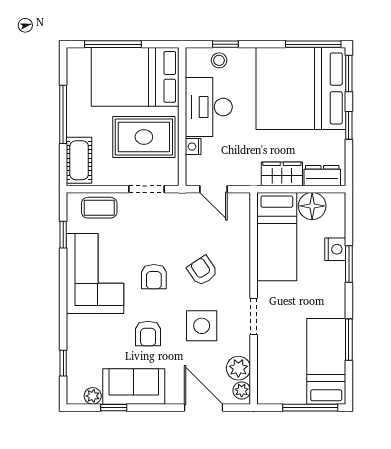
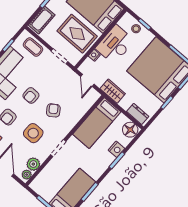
wardrobe: (282, 174) -> (113, 91), moved
floor lamp: (312, 206) -> (130, 130), moved

